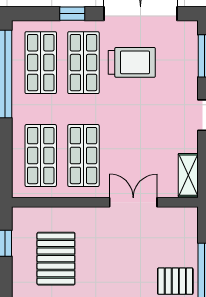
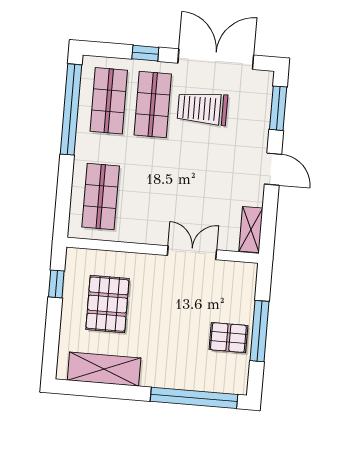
trolley: (132, 62) -> (202, 108), turned 180
shop shelf: (83, 156) -> (145, 200), removed

